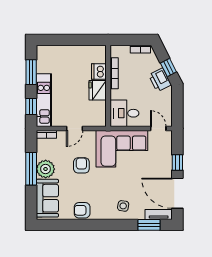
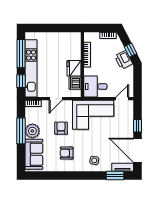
dishwasher: (99, 71) -> (75, 83), moved
window: (31, 72) -> (21, 54), width x1.44
kitchen unit: (44, 100) -> (31, 68), width x1.36
door: (158, 128) -> (122, 99), hinge flipped
armchair: (82, 210) -> (67, 153), moved

